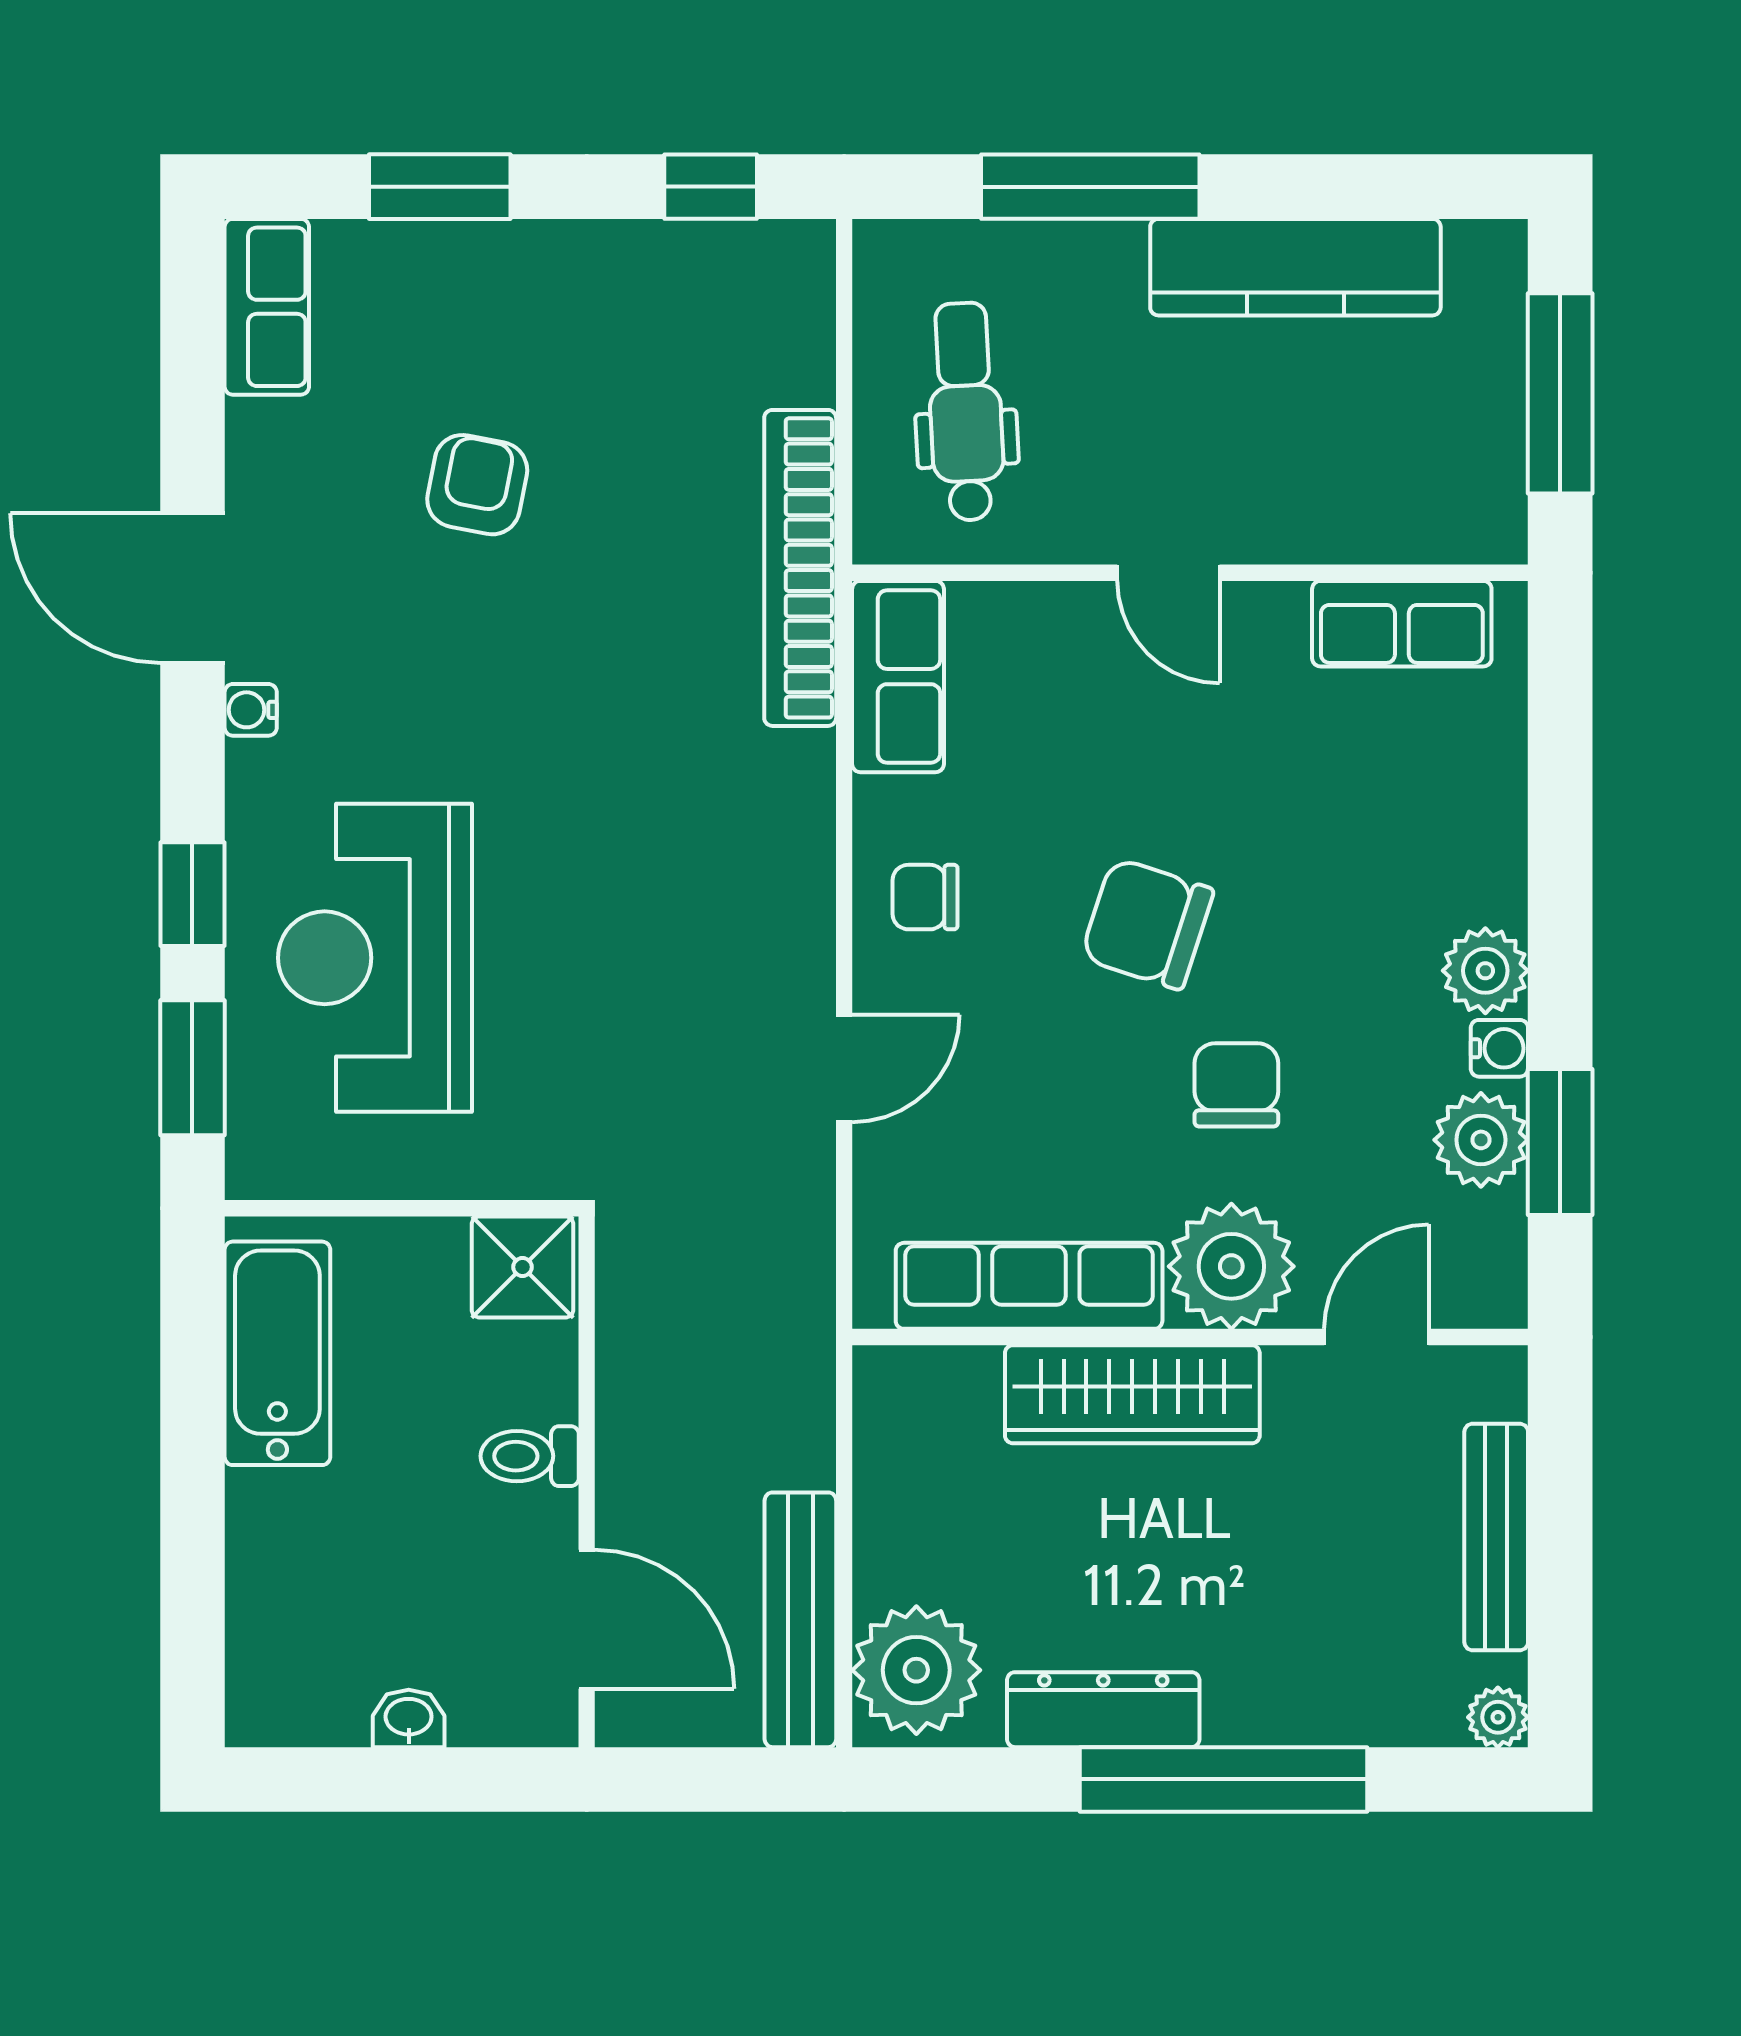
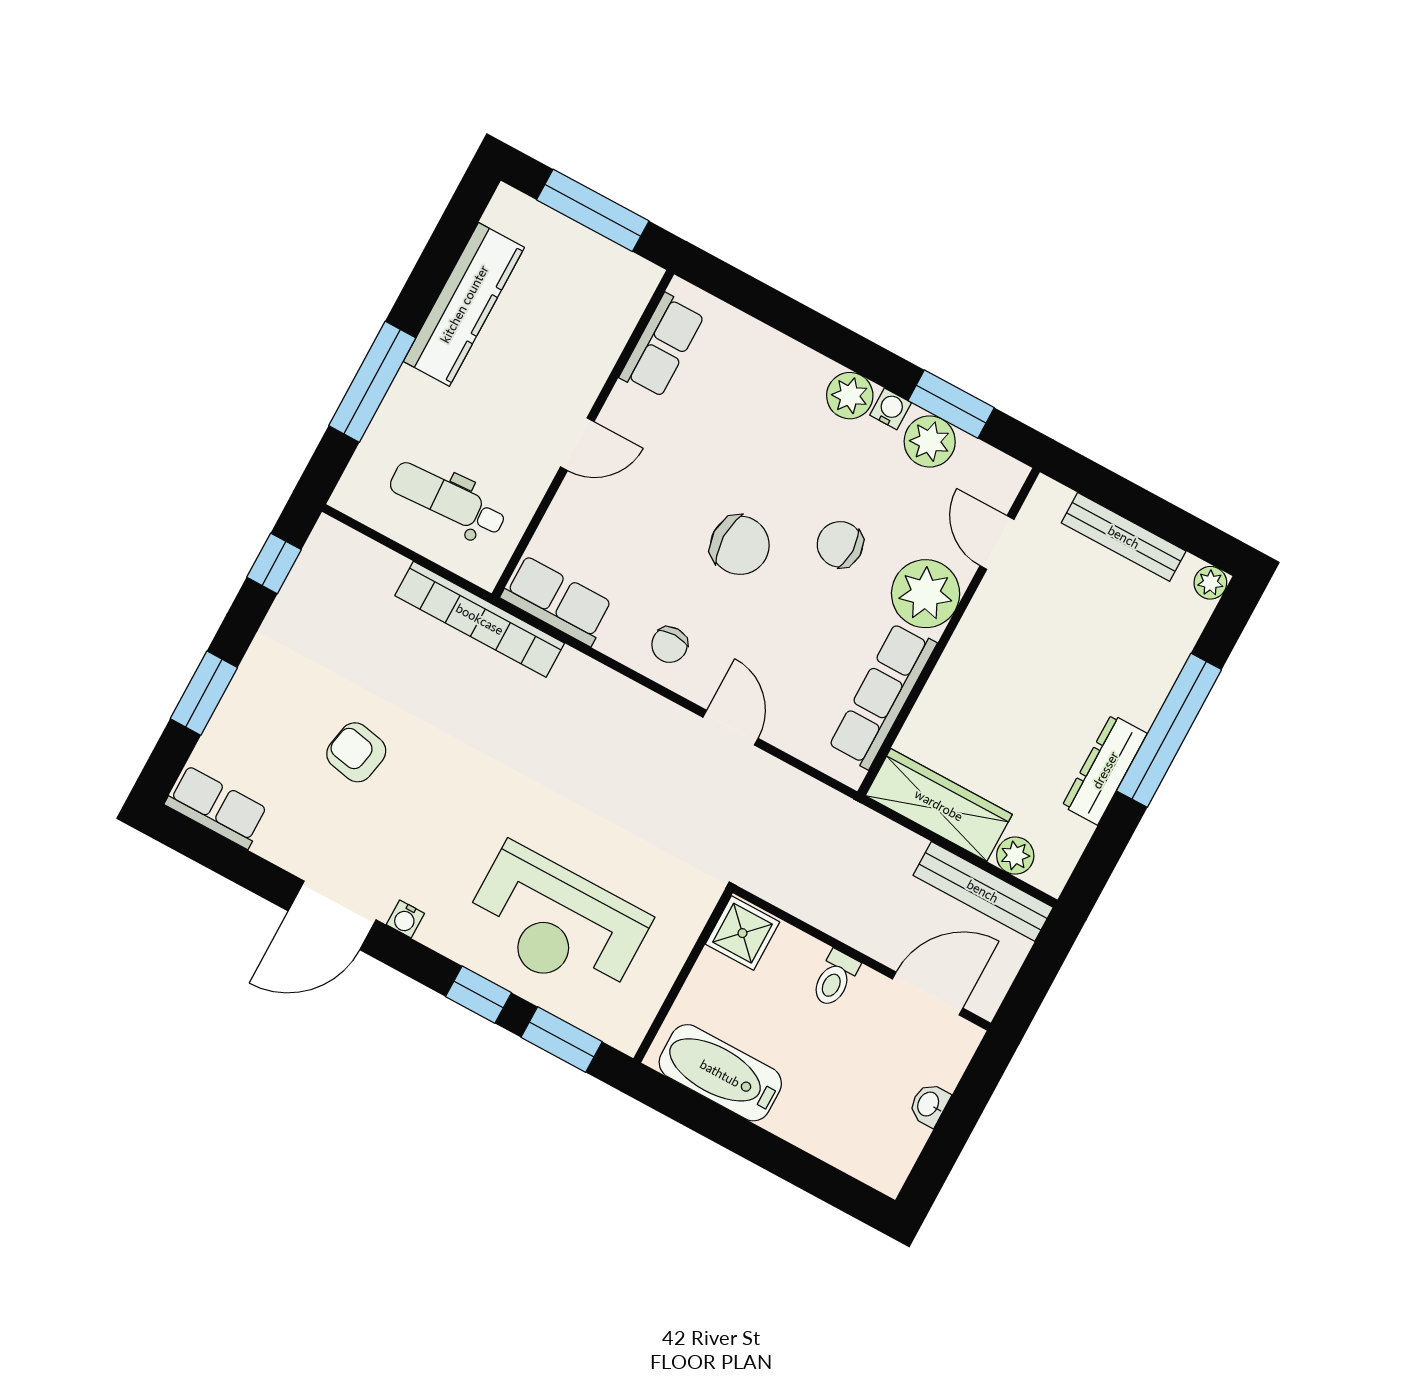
chair: (1147, 924) -> (740, 545), turned -108
wardrobe: (1132, 1394) -> (939, 805), moved, turned -90
plant: (916, 1670) -> (1015, 856), width x0.53, depth x0.53

